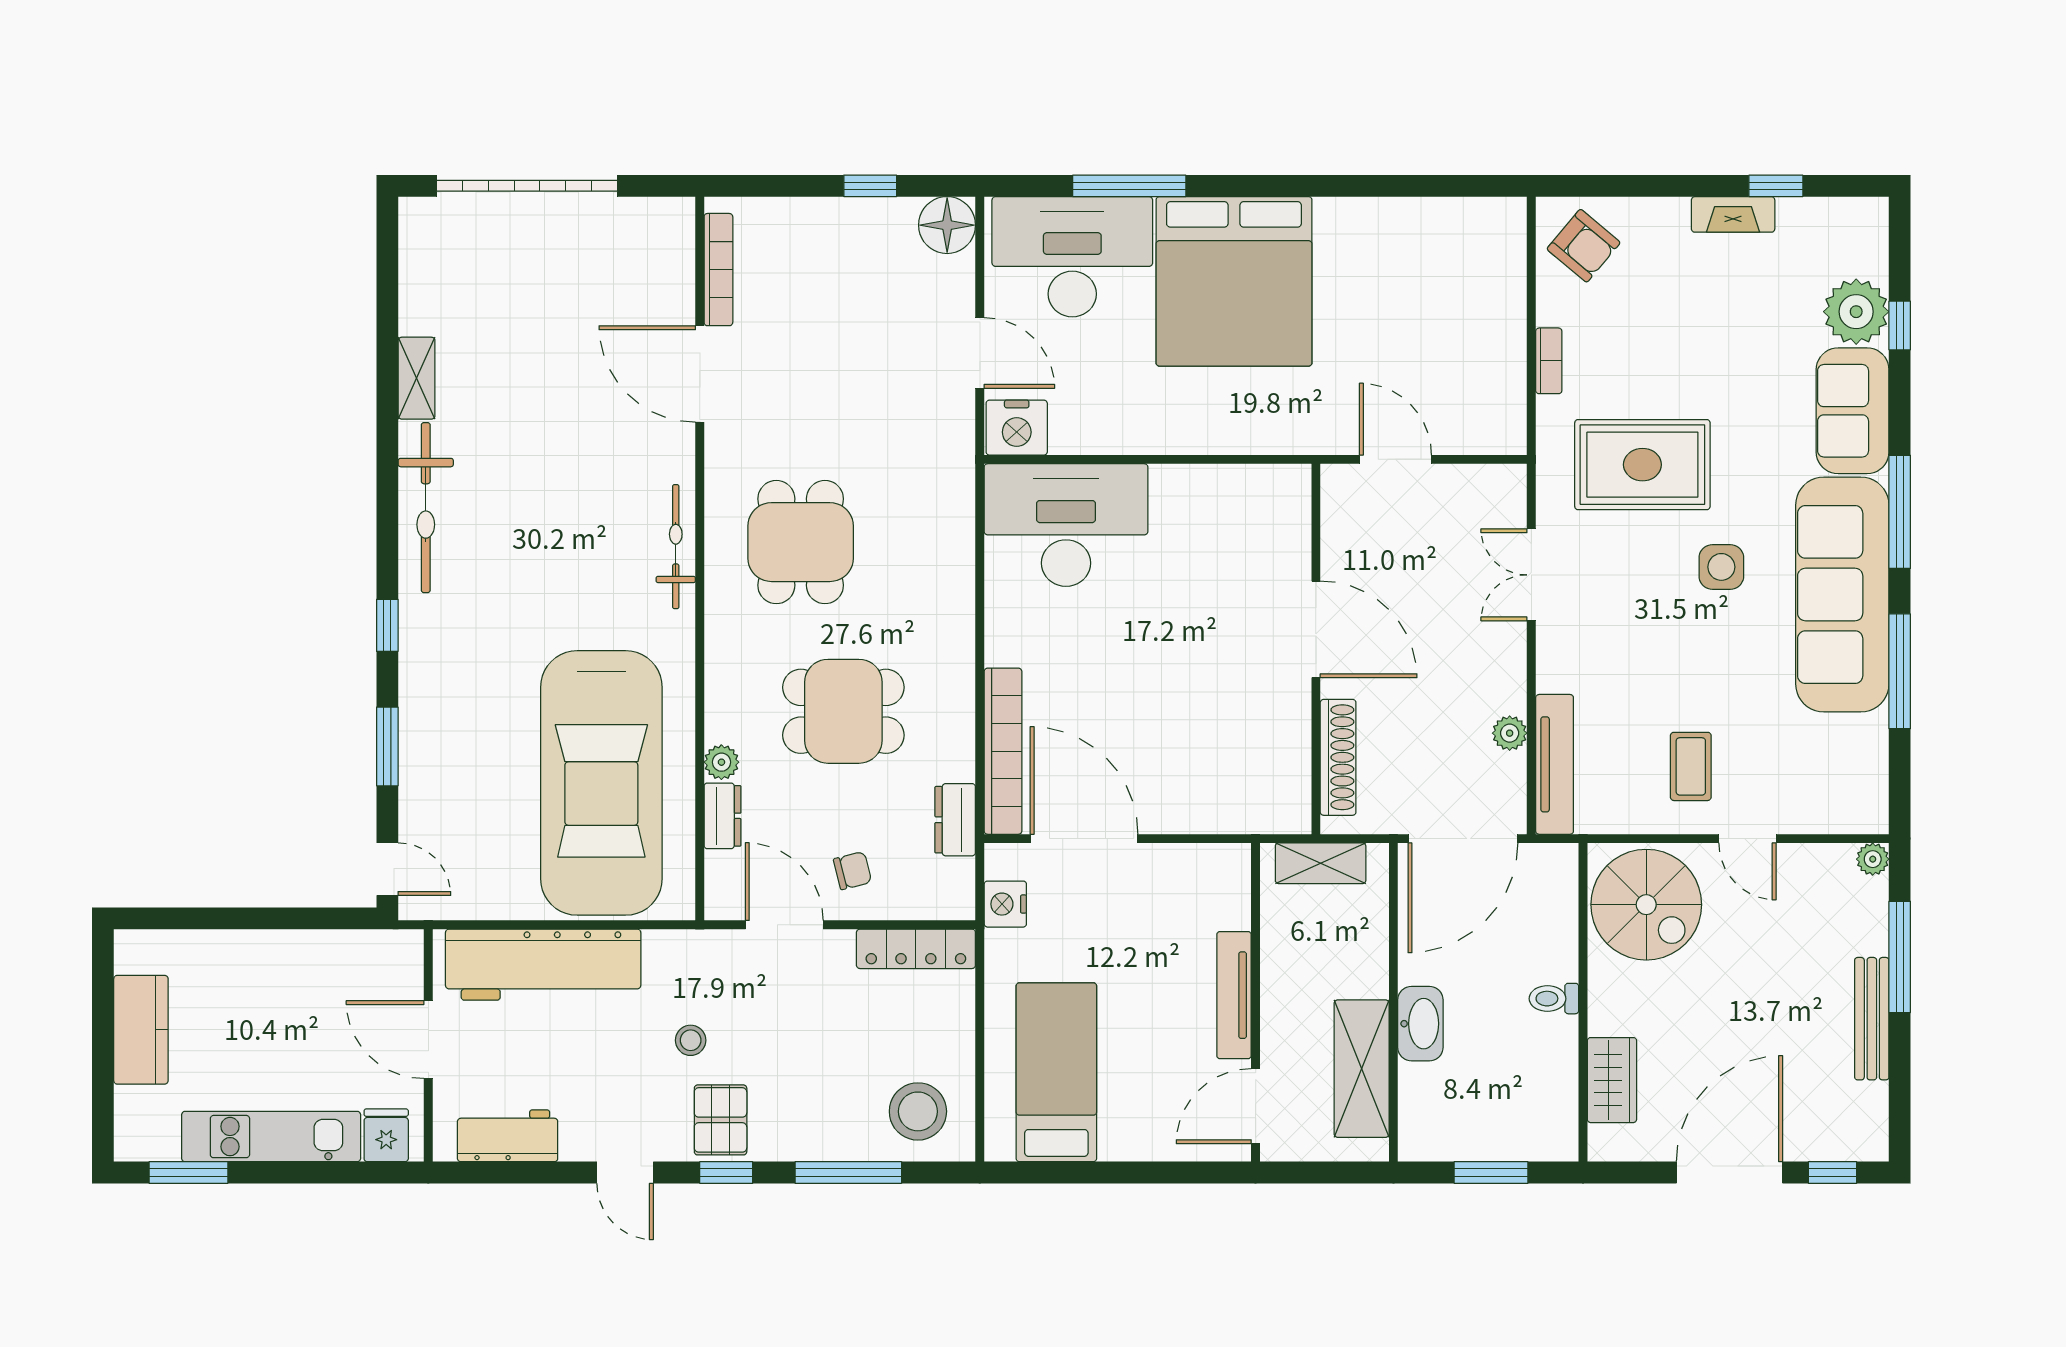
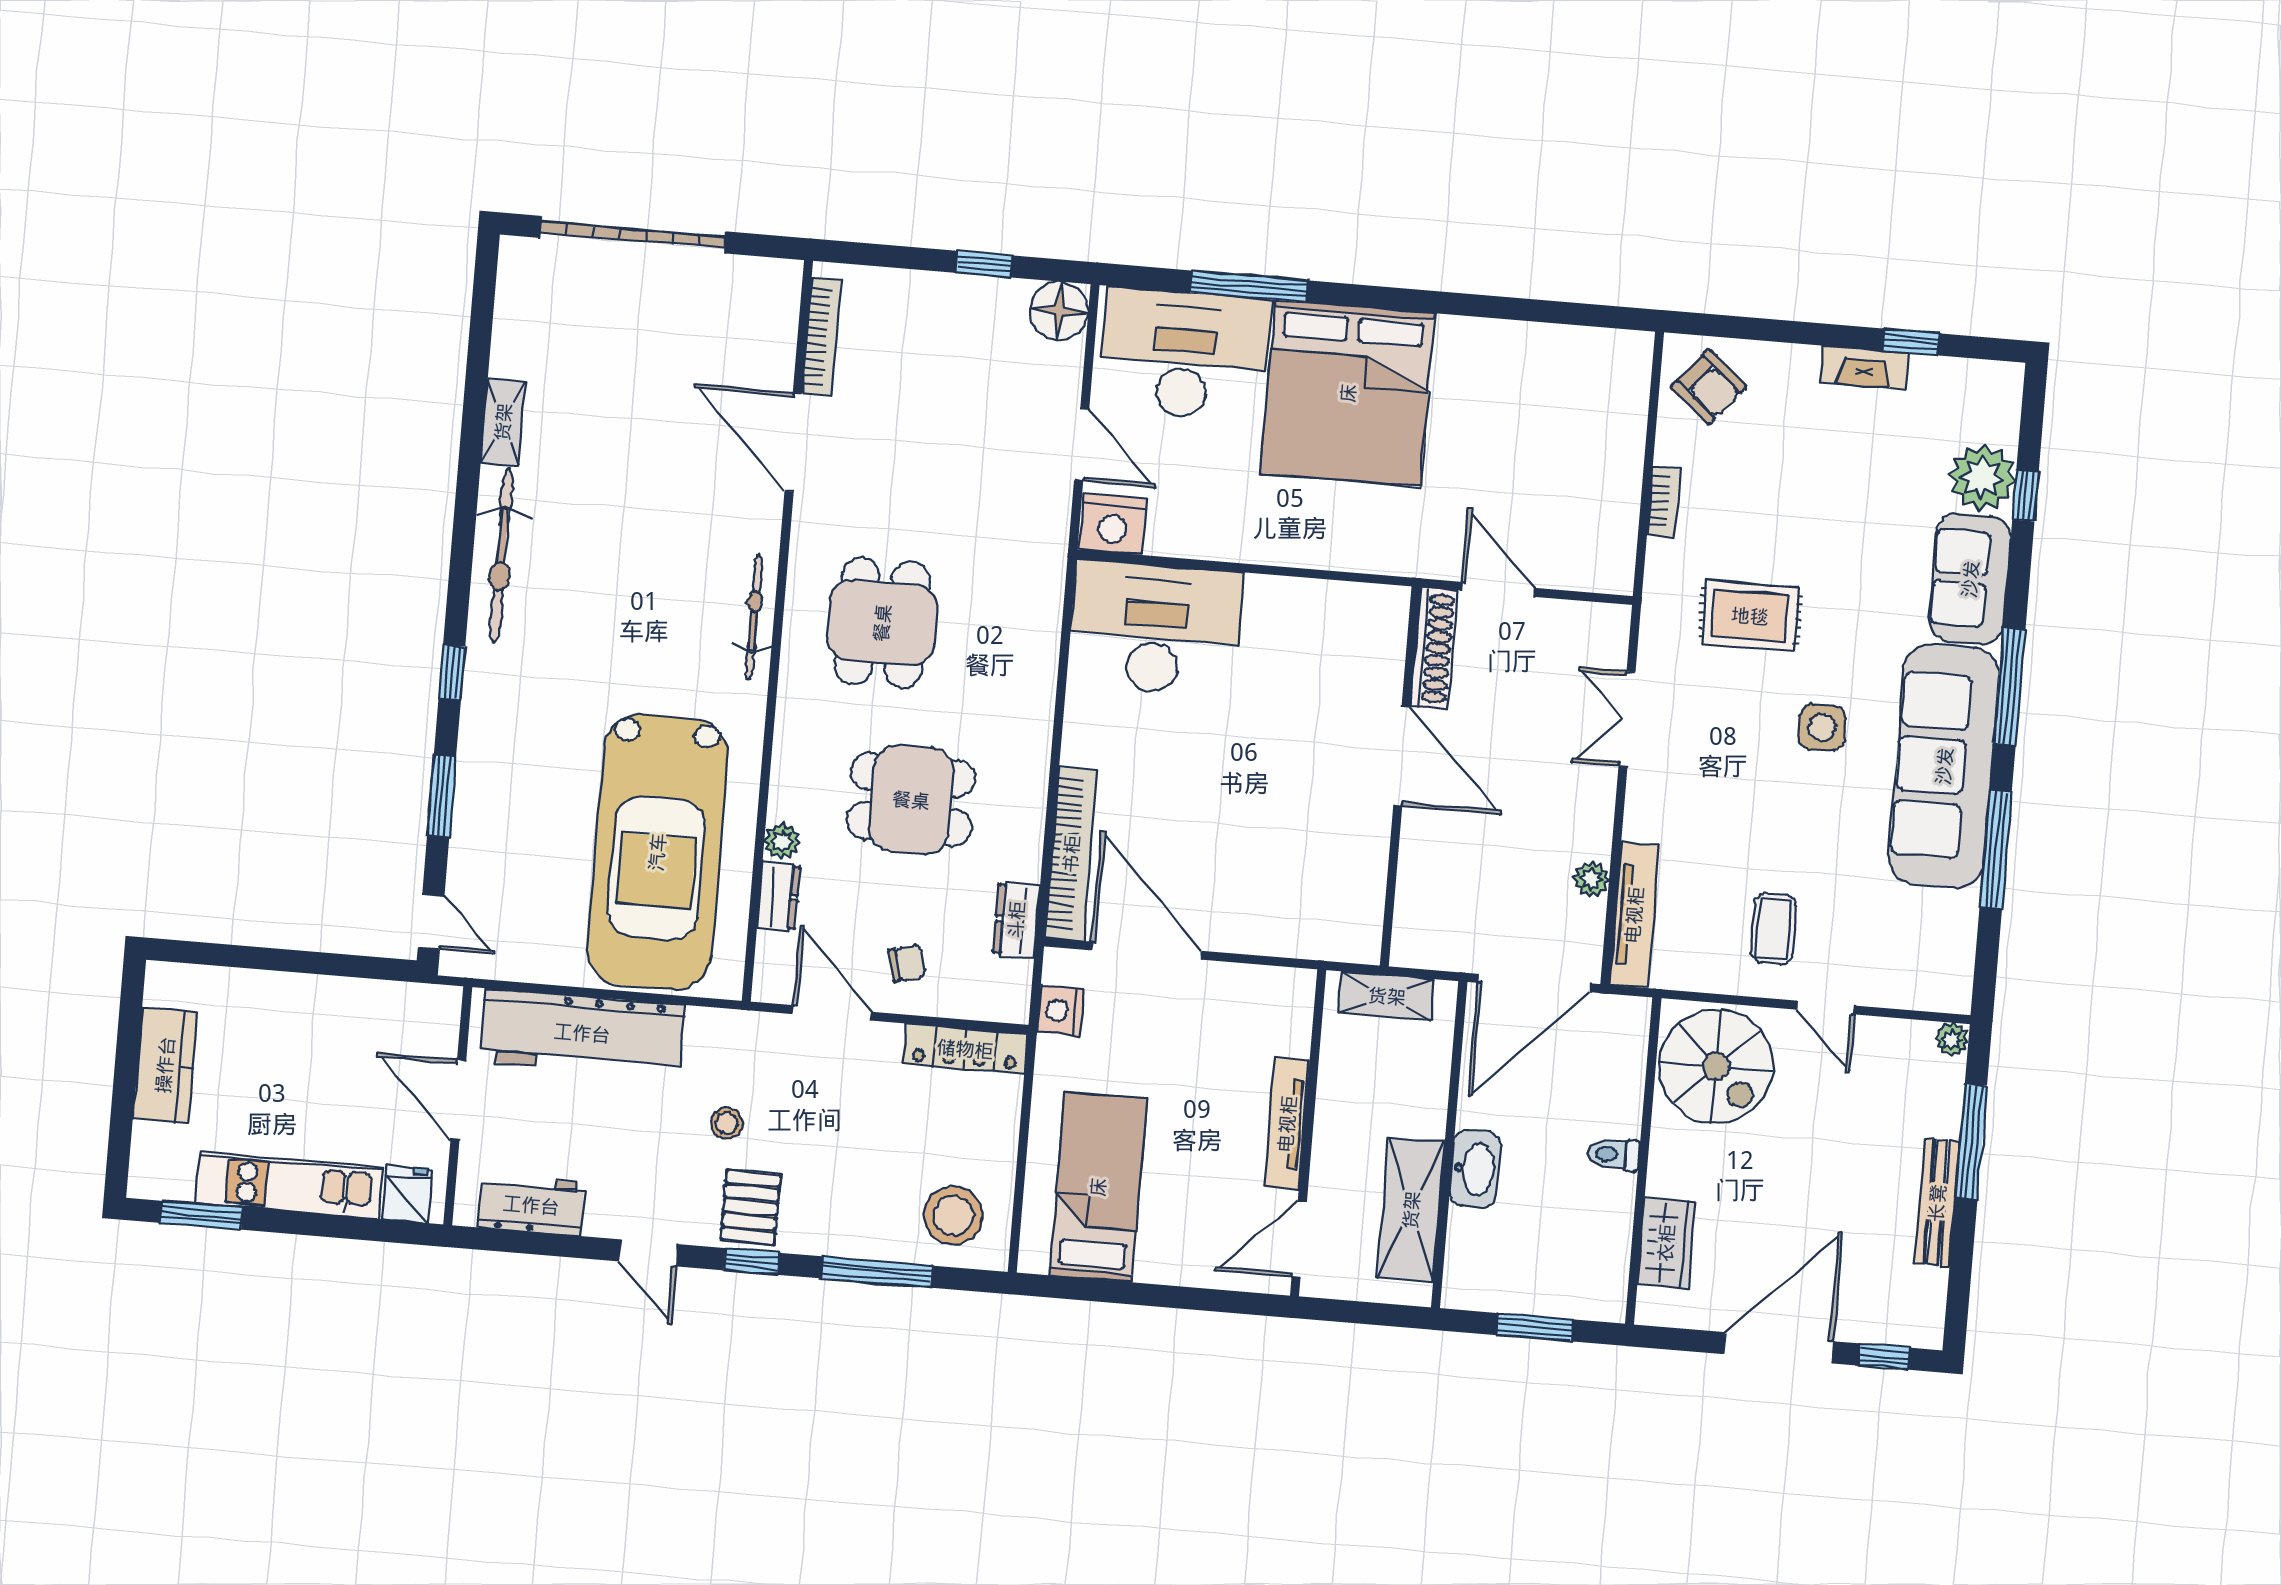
rug: (1642, 465) -> (1750, 616), width x0.73, depth x0.70
shoe rack: (1338, 757) -> (1434, 648), moved

